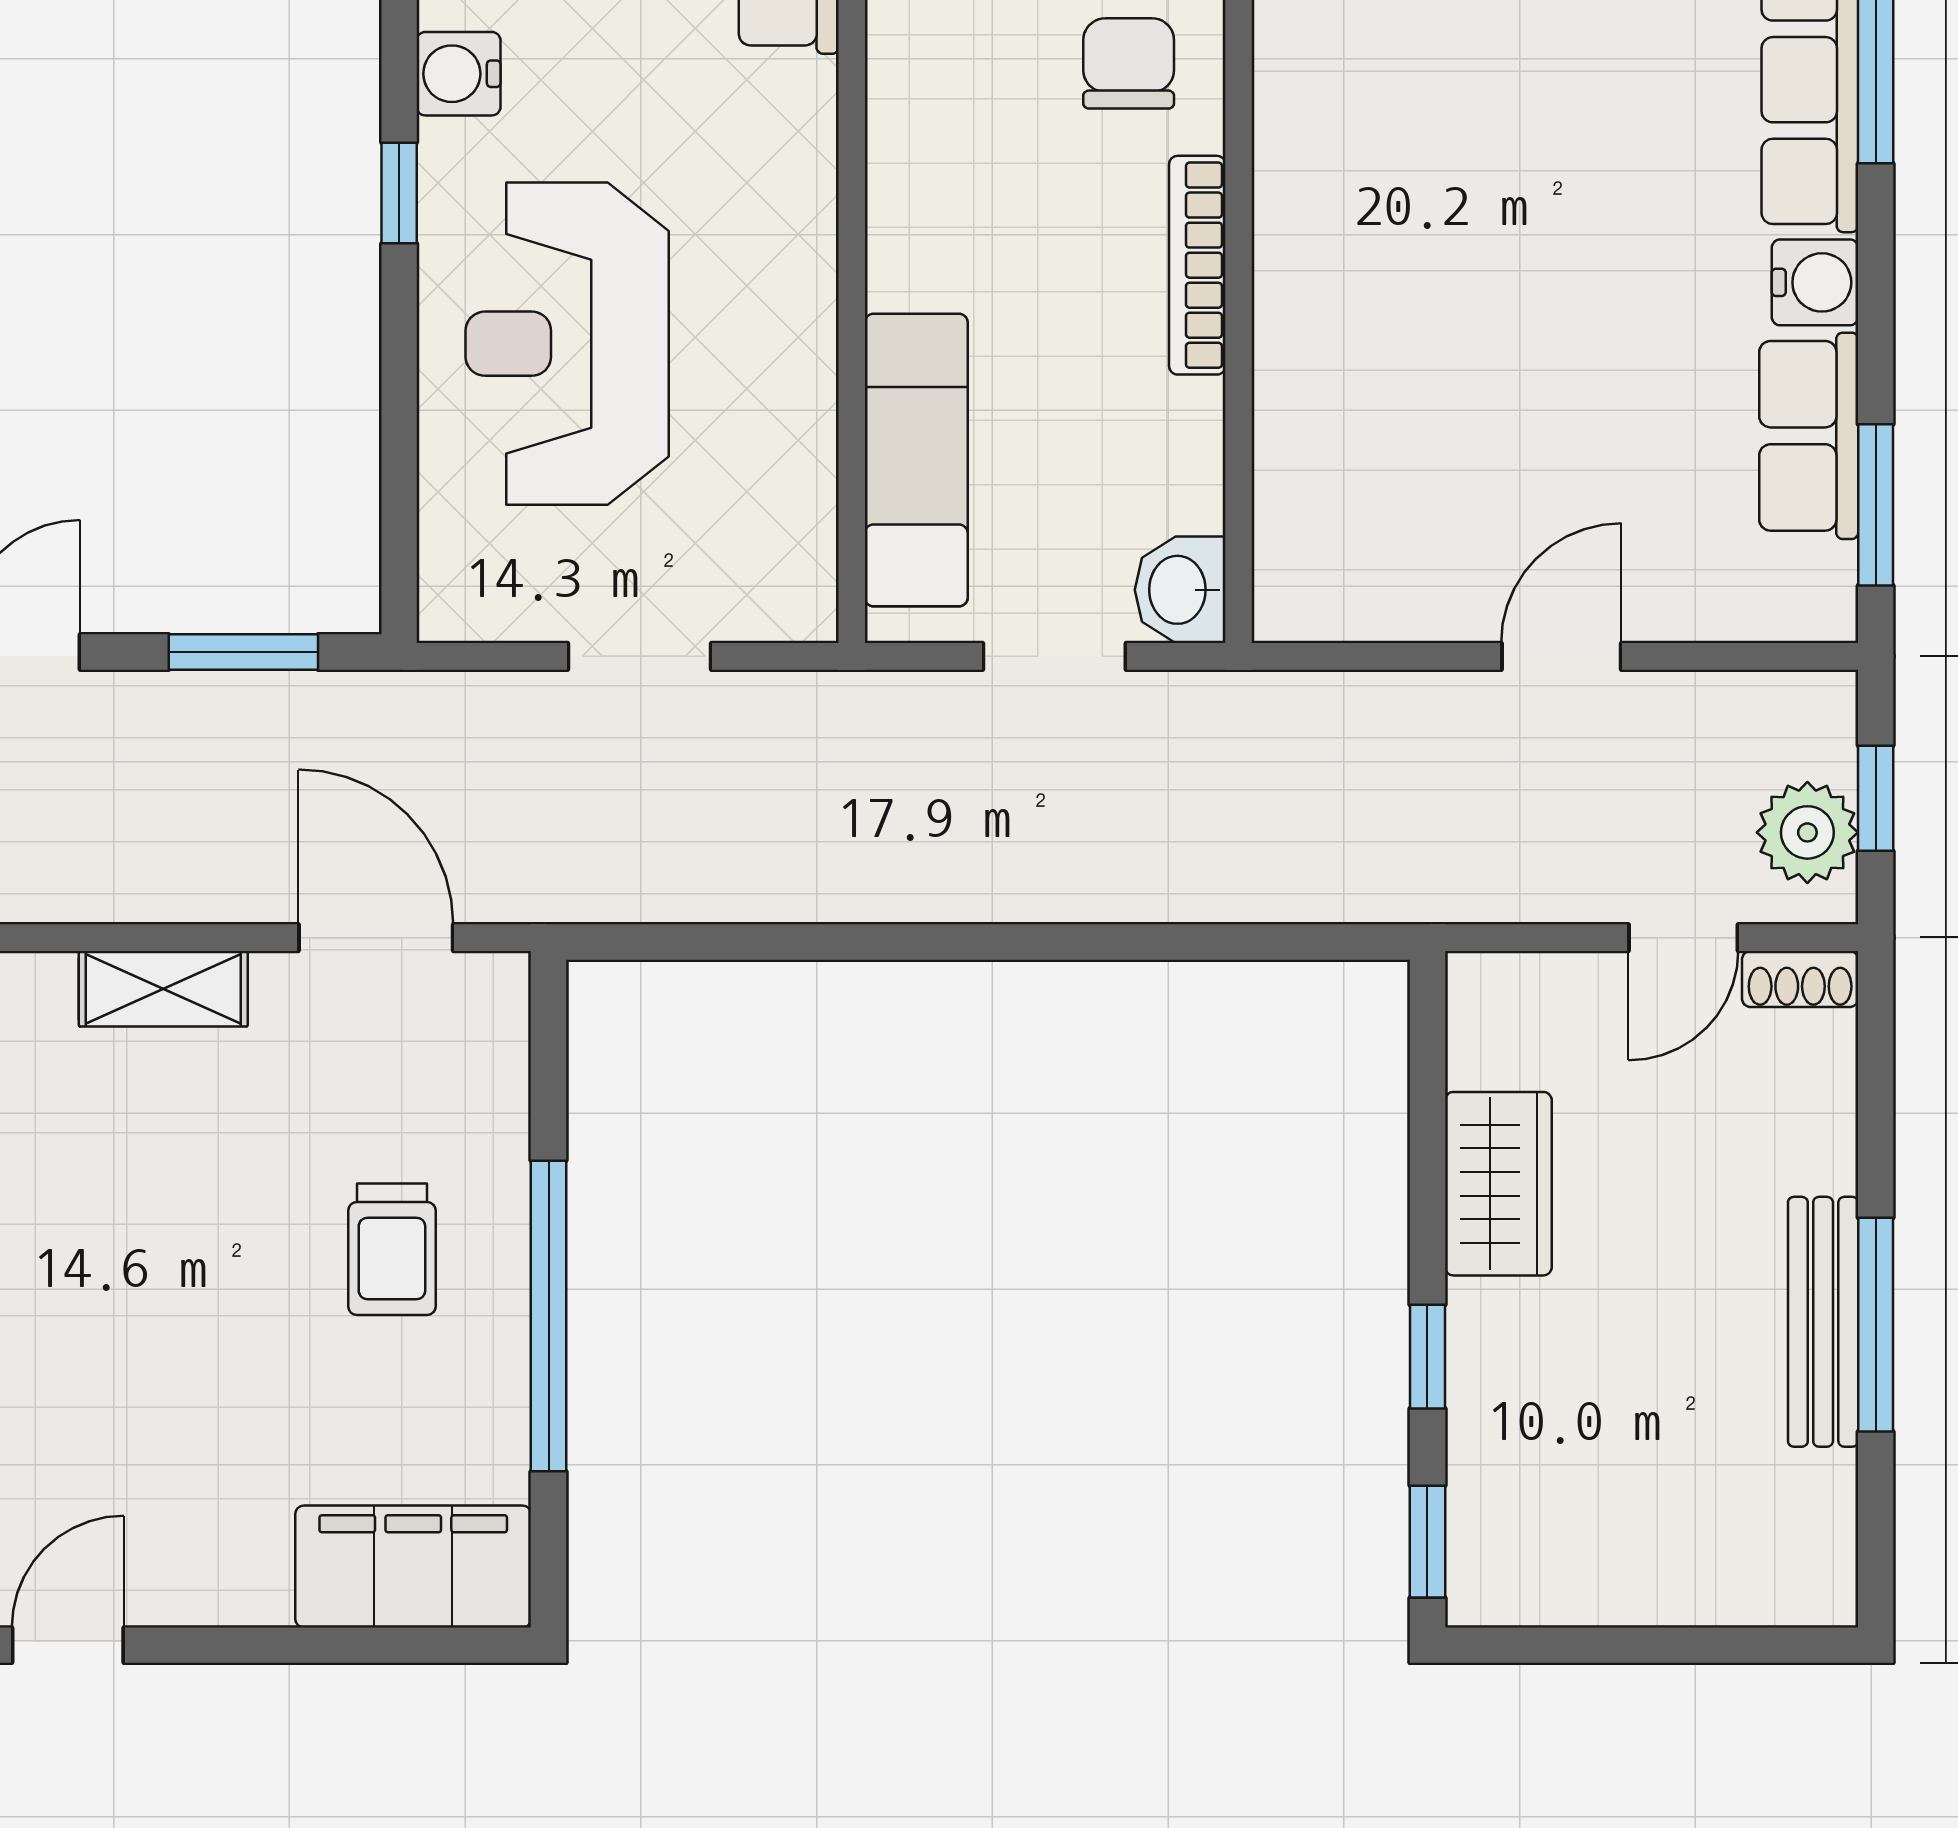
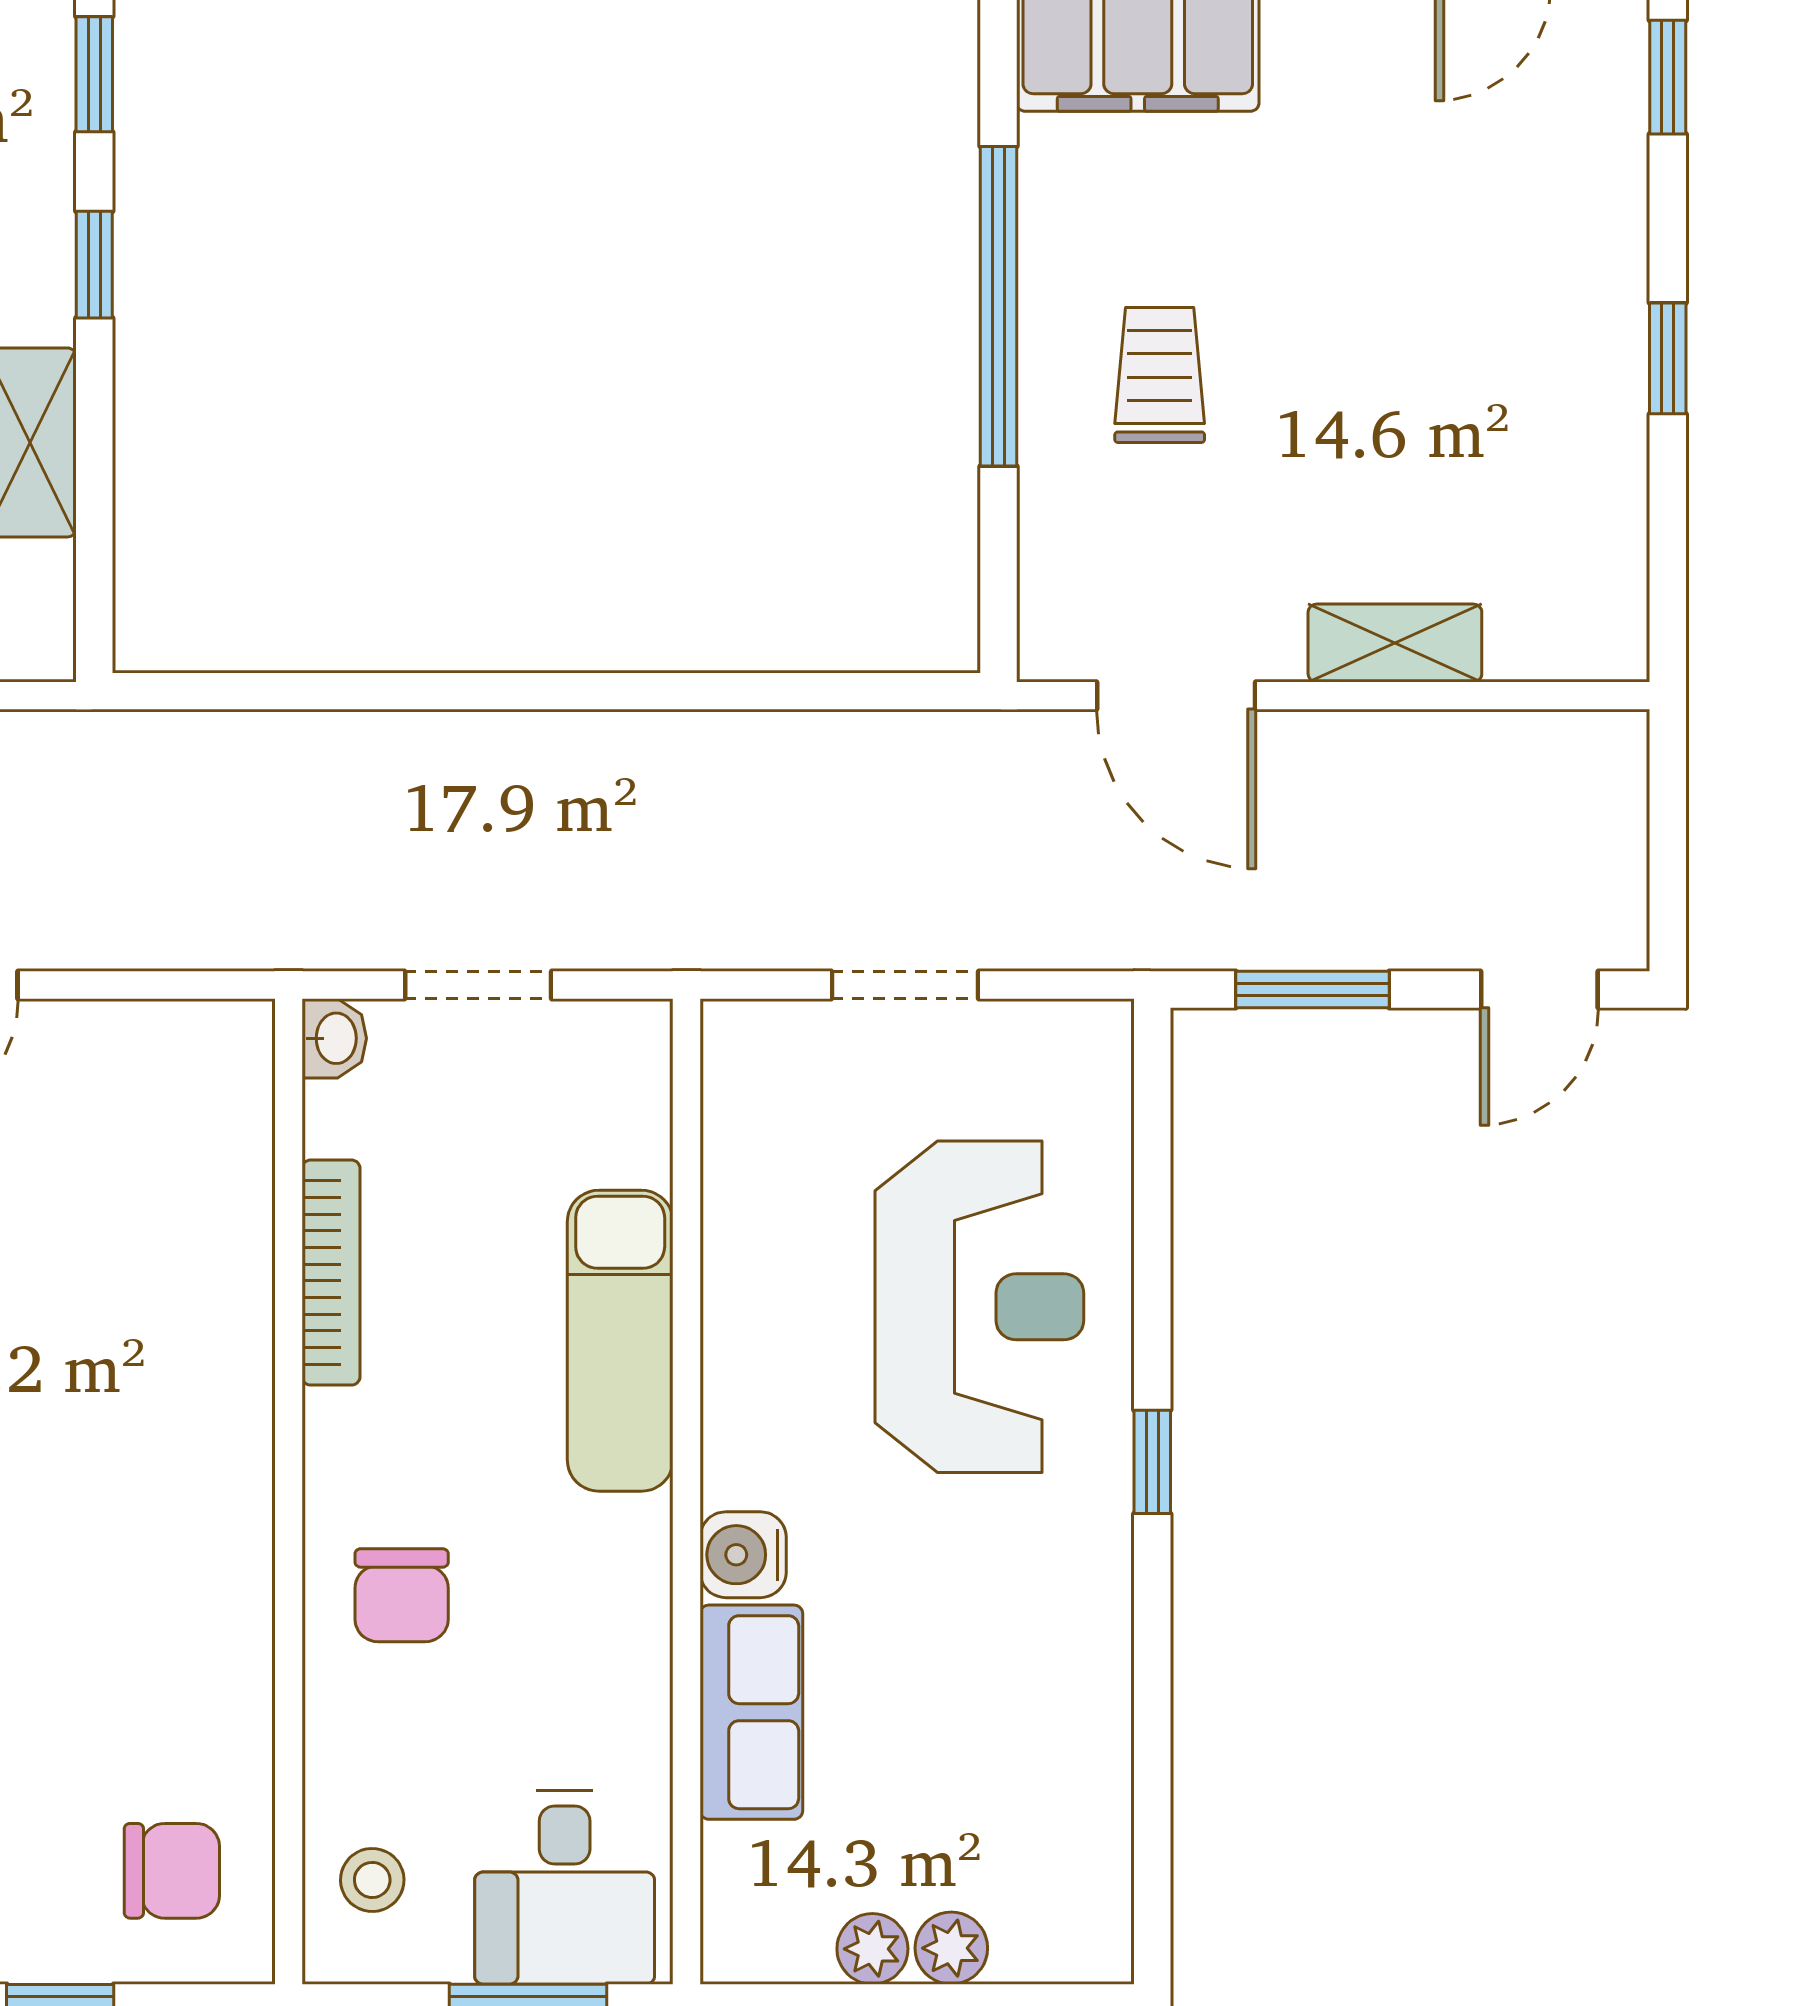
water cooler: (459, 74) -> (743, 1555), moved, turned 180
bookcase: (1197, 265) -> (331, 1273), moved
exam couch: (916, 460) -> (620, 1341), moved
washbasin: (1180, 590) -> (334, 1038), width x0.72, depth x0.69

